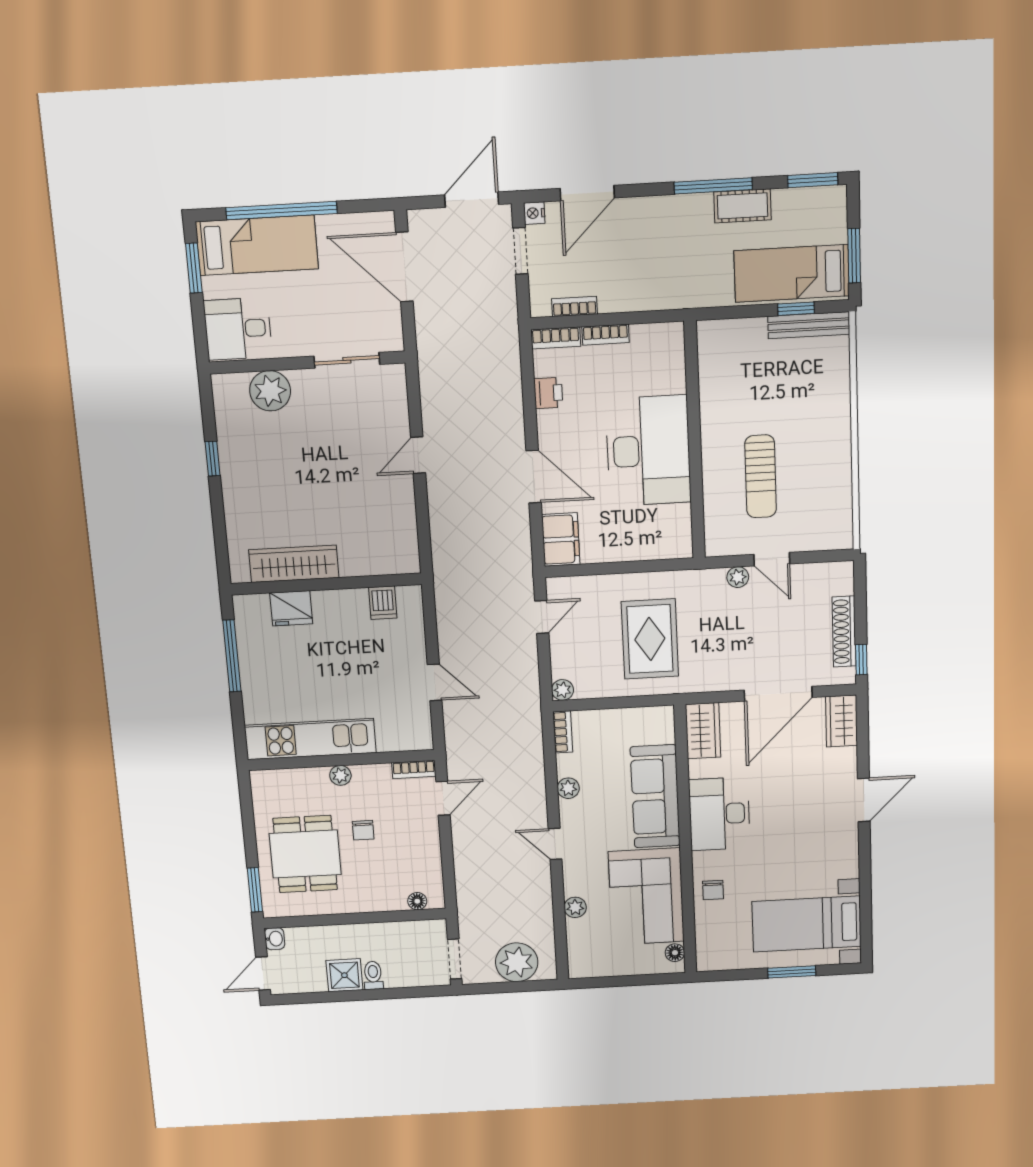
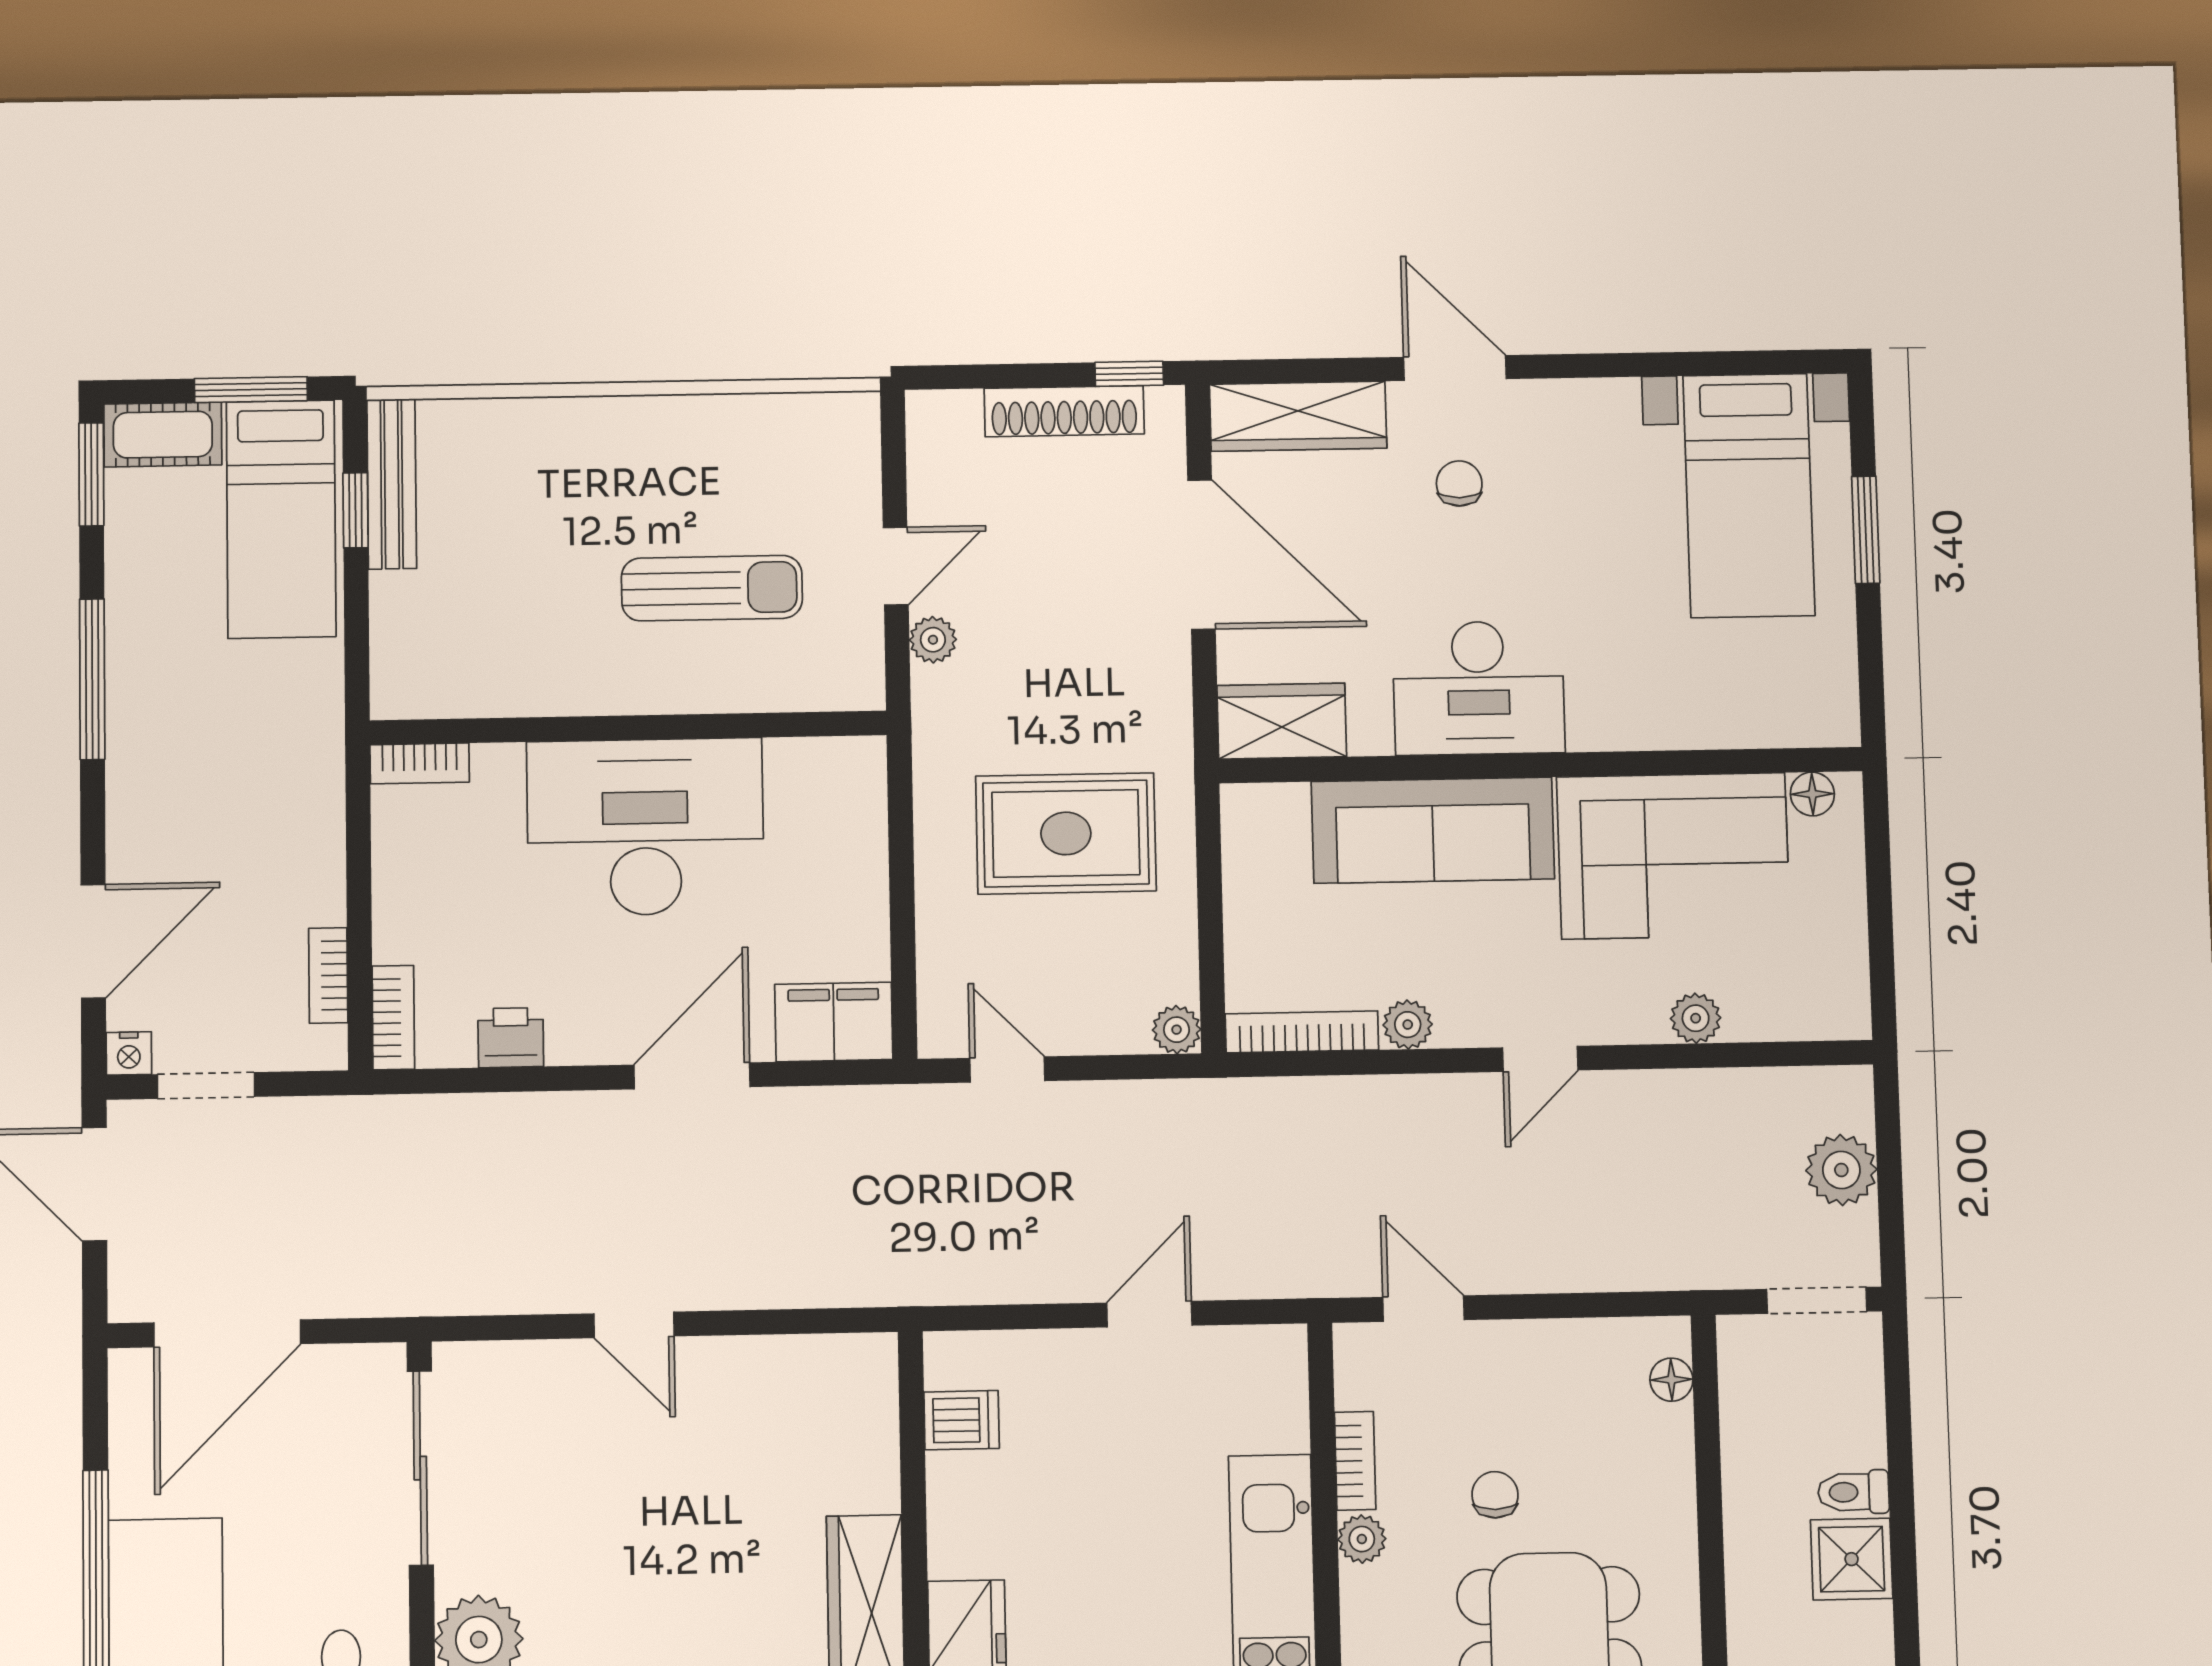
door: (587, 193) -> (93, 941), hinge flipped
cot: (742, 206) -> (163, 435), moved, turned 90
bookcase: (605, 335) -> (420, 763), moved, turned 90
sliding door: (347, 360) -> (420, 1468), width x1.37
wardrobe: (842, 721) -> (1298, 416), width x1.50
bookcase: (563, 732) -> (1302, 1032), width x1.56
bookcase: (414, 769) -> (1355, 1461), moved
chair: (363, 830) -> (1495, 1495), turned -90
chair: (713, 890) -> (1459, 483), moved, turned -90
plant: (517, 962) -> (1841, 1170), width x0.73, depth x0.73

